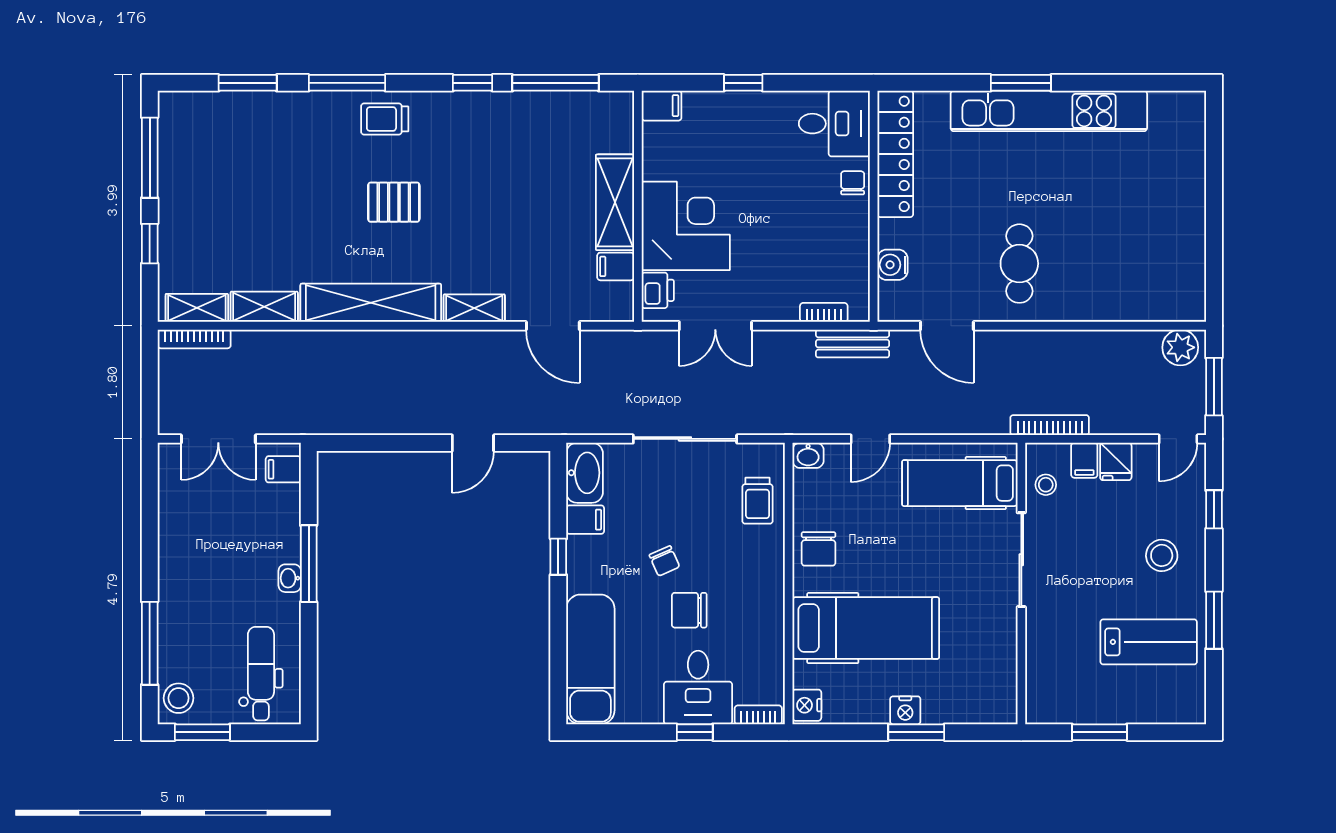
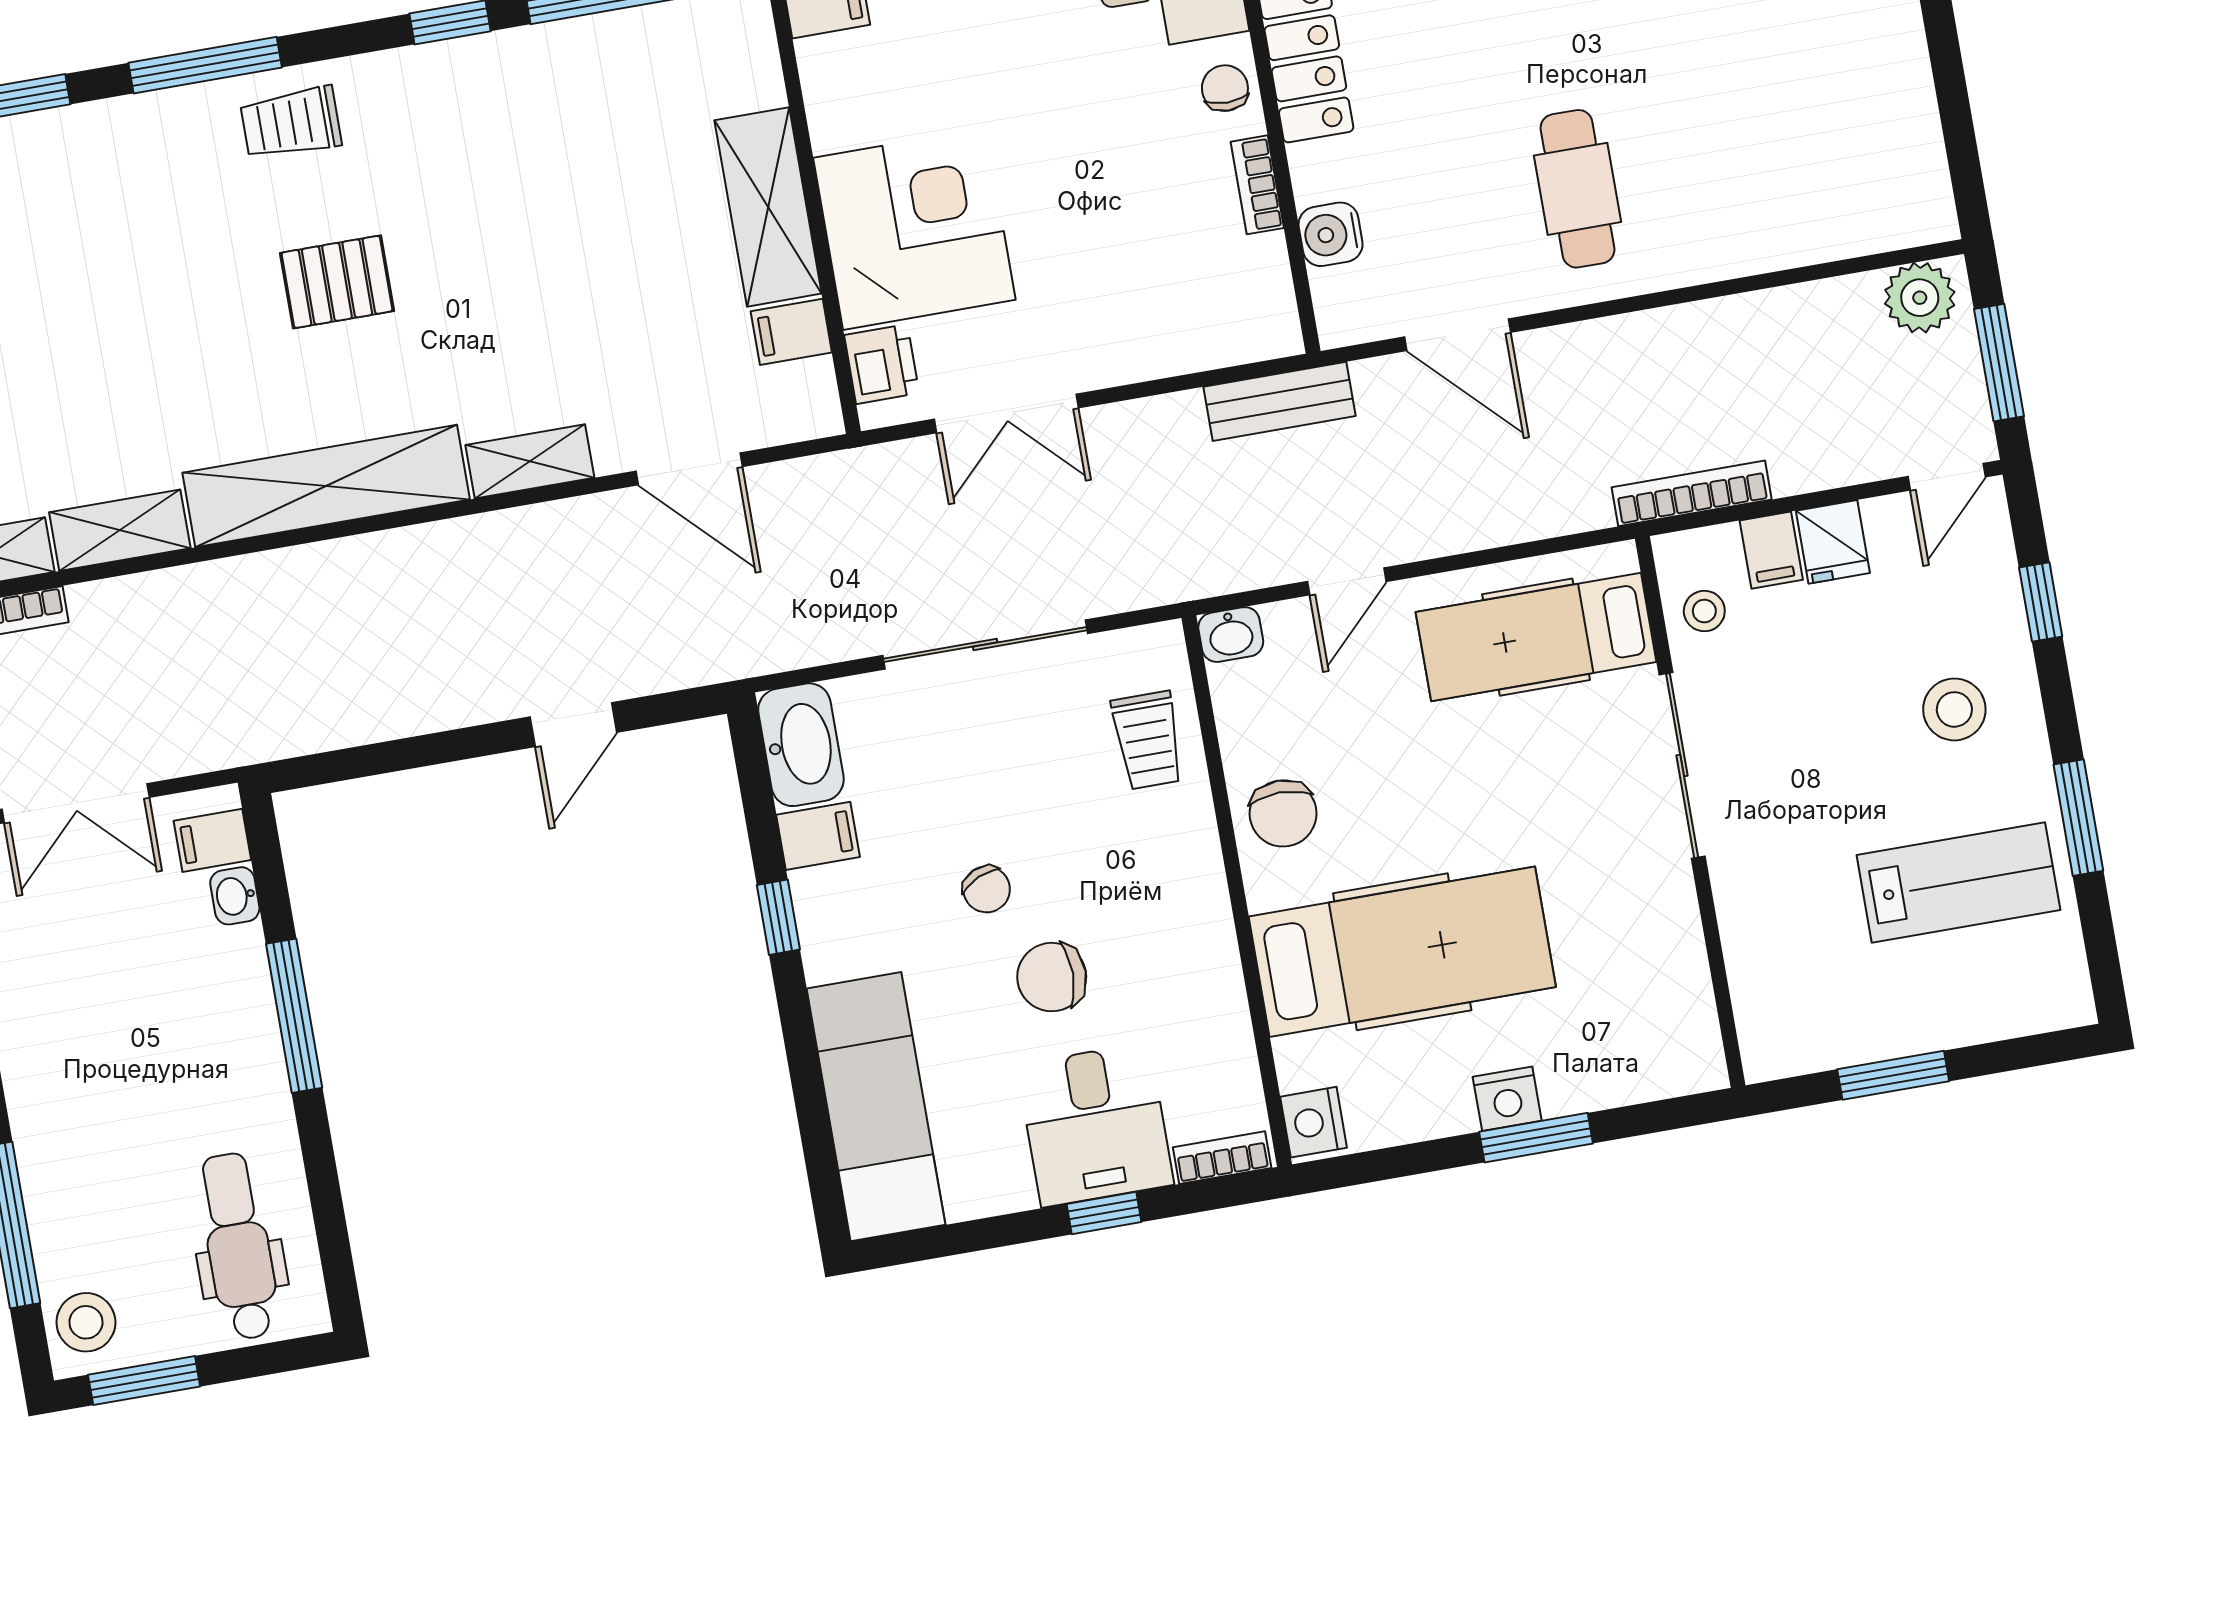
bookcase: (824, 312) -> (1257, 185), moved, turned -90
washbasin: (290, 578) -> (235, 896), moved

